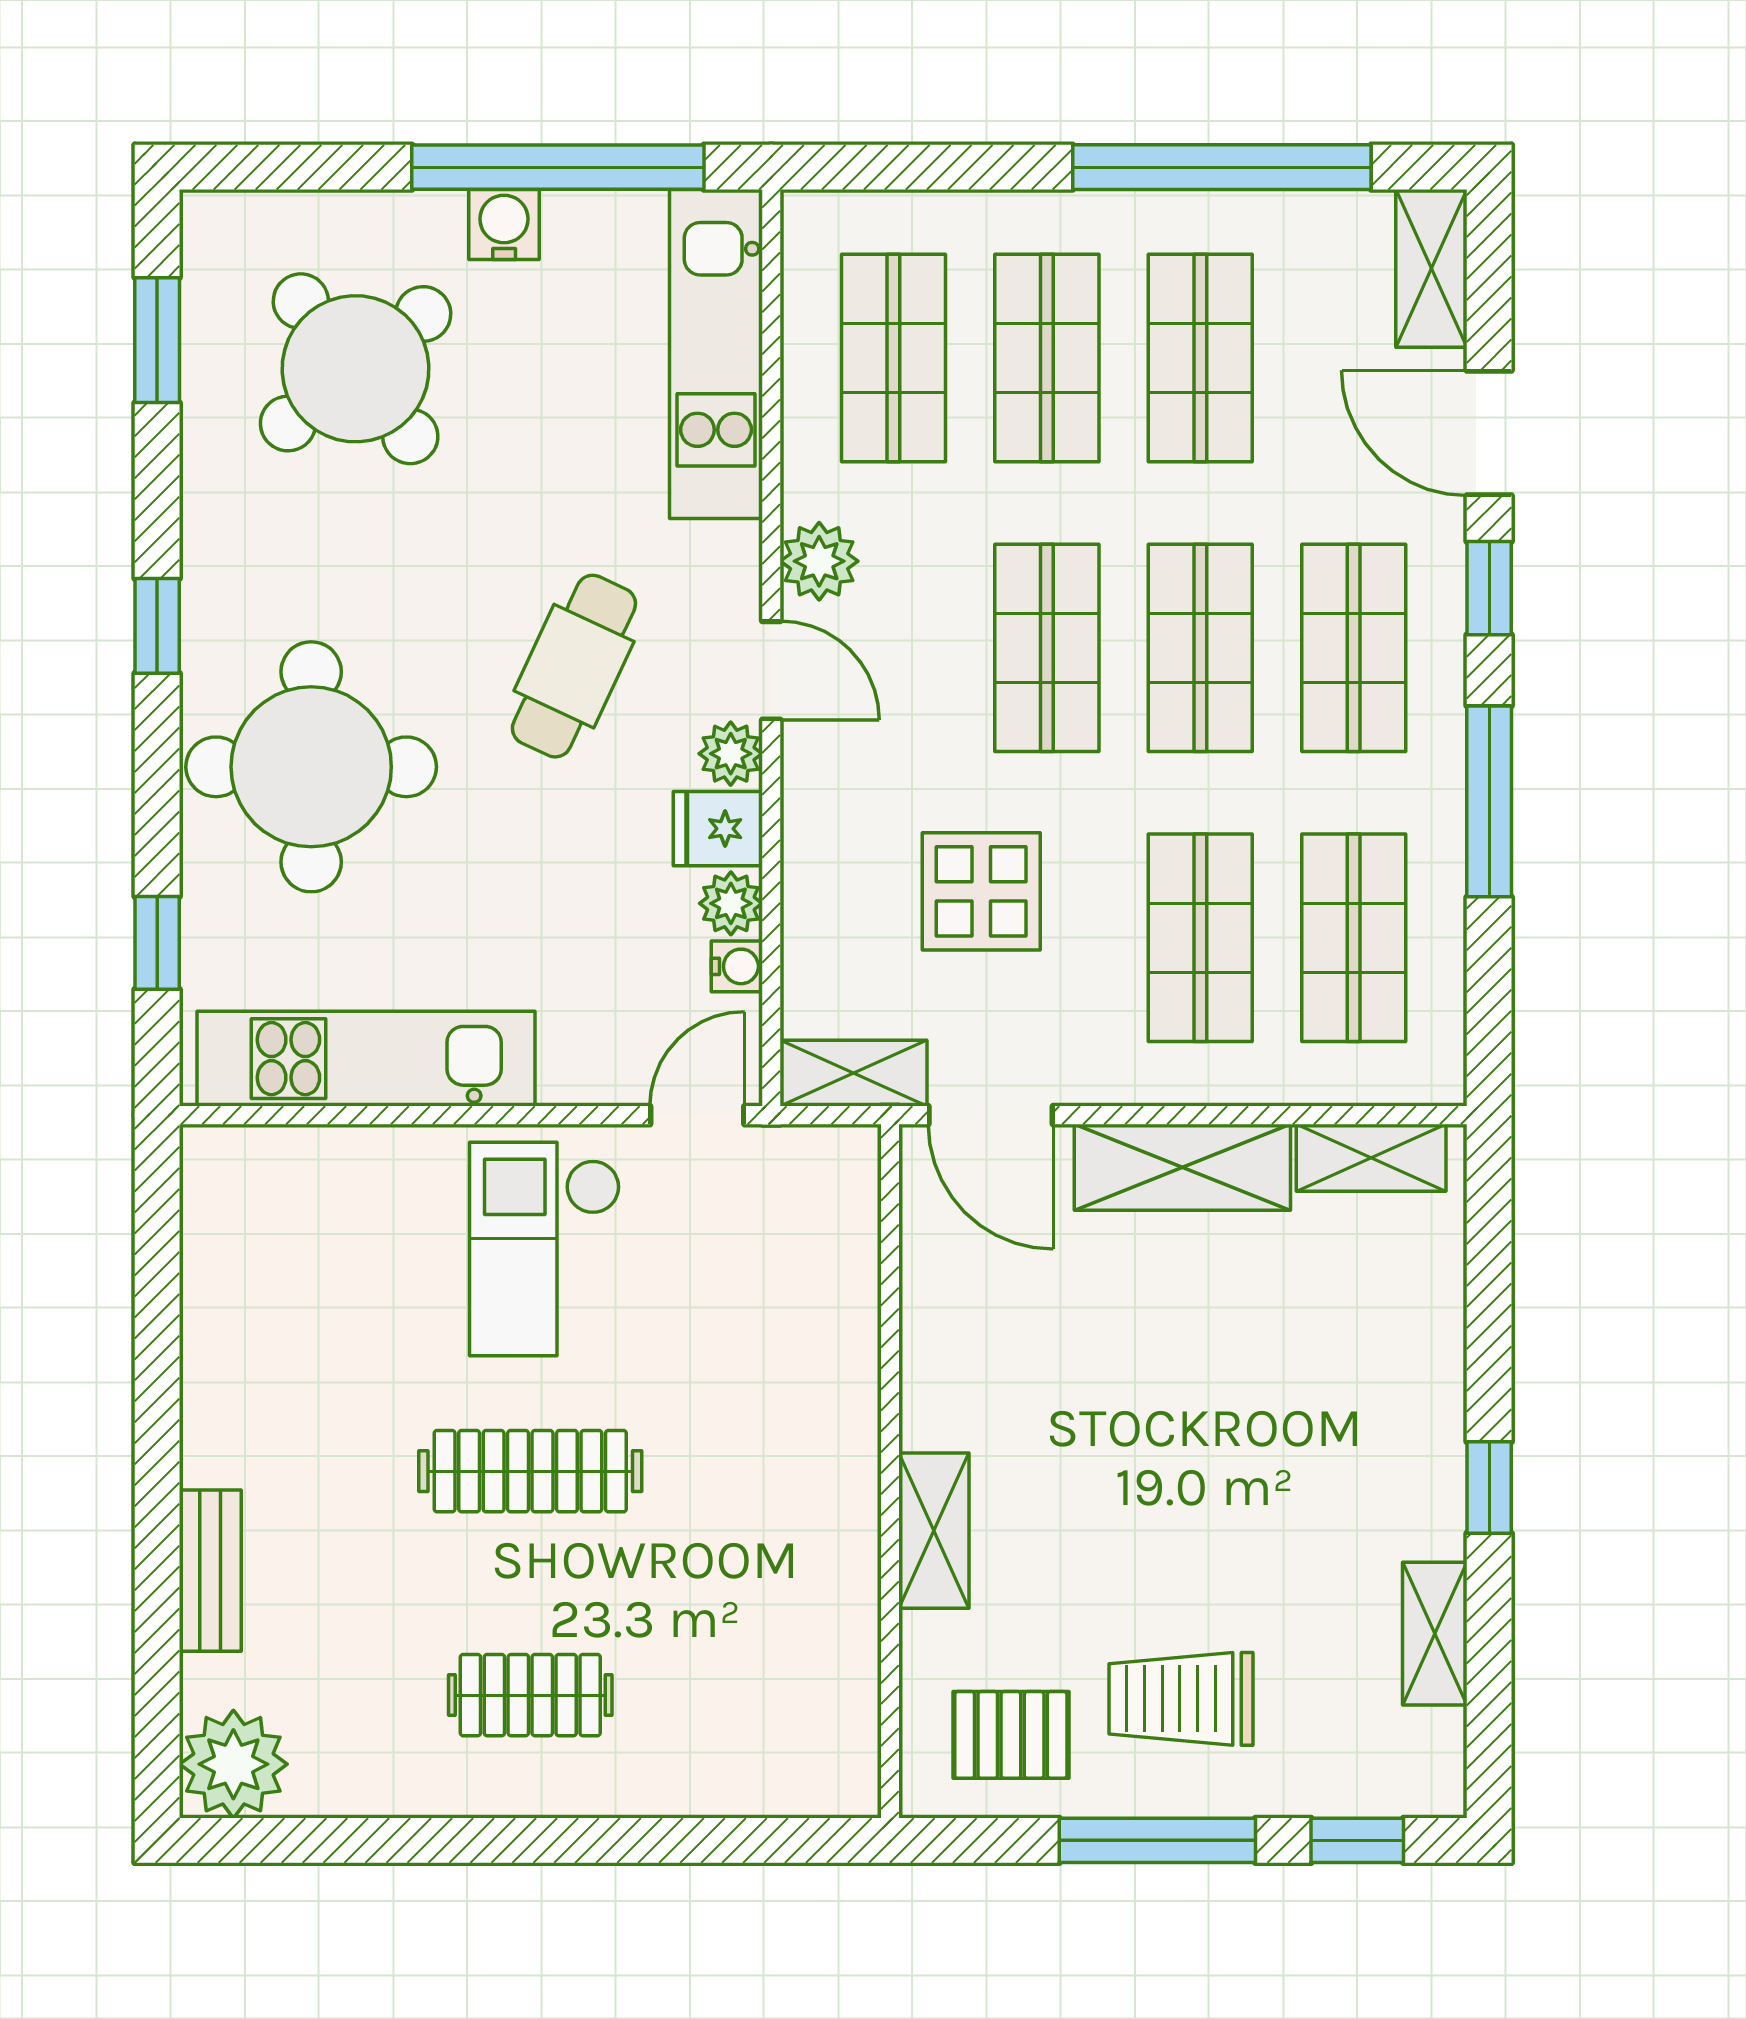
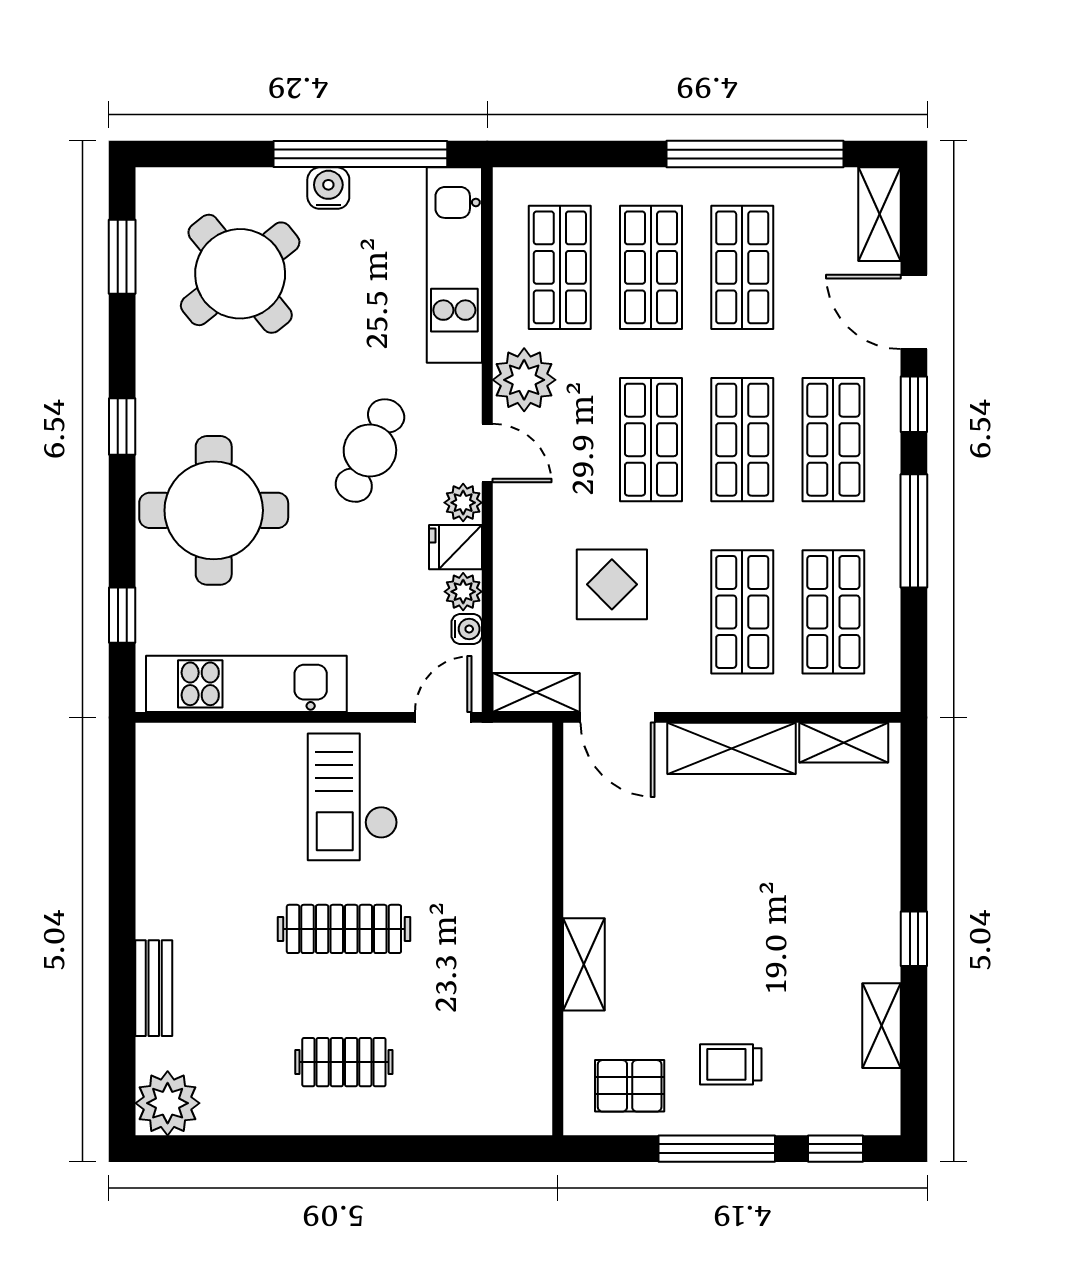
plant: (819, 561) -> (524, 380), width x1.36, depth x1.36
trolley: (1181, 1699) -> (731, 1064), width x0.73, depth x0.72

